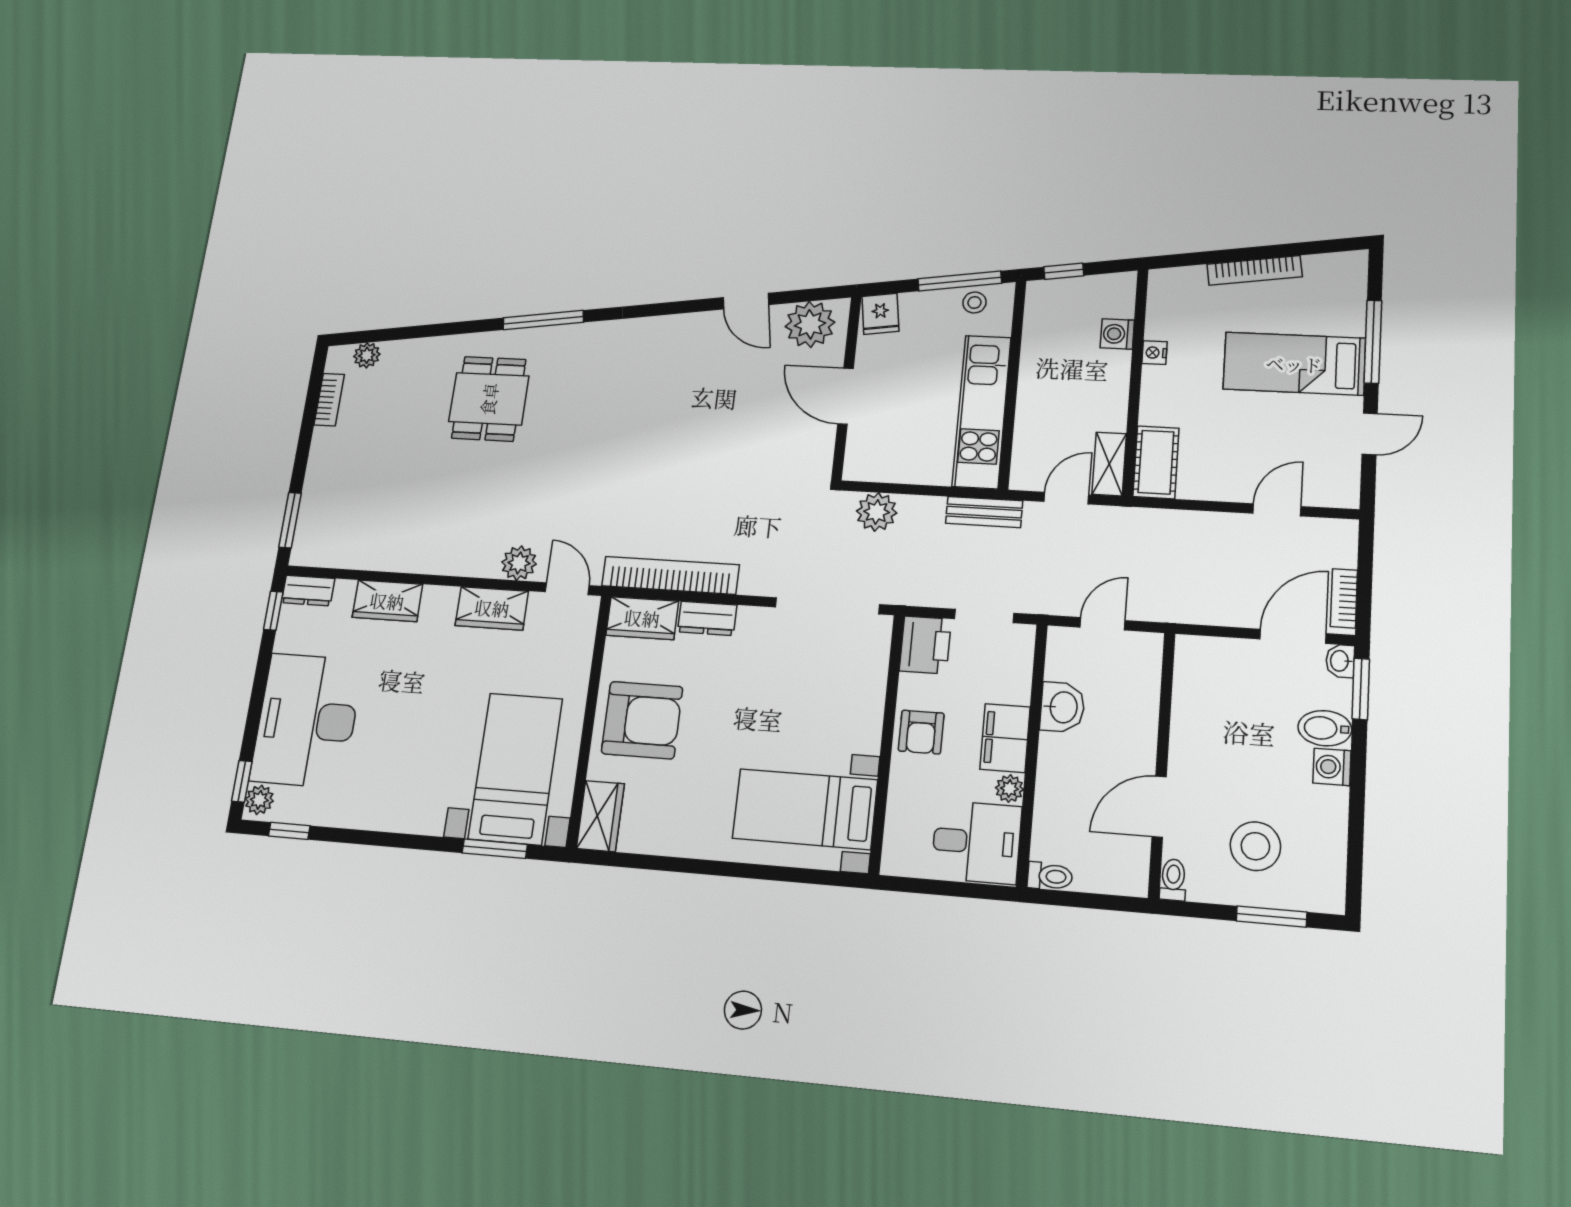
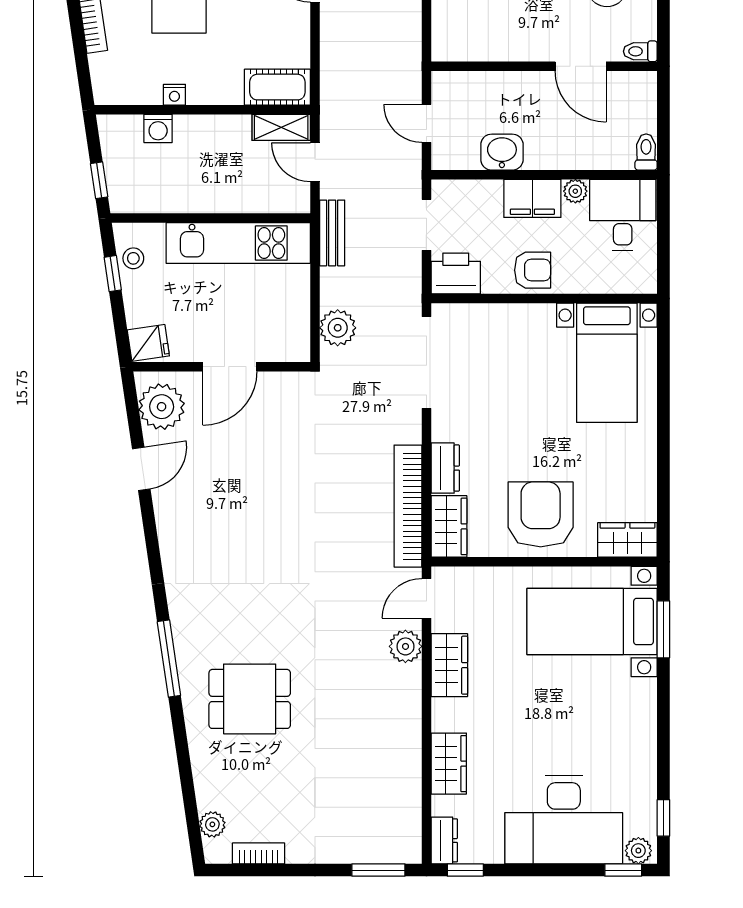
window: (960, 281) -> (113, 274), width x0.46

